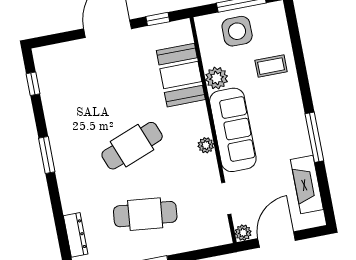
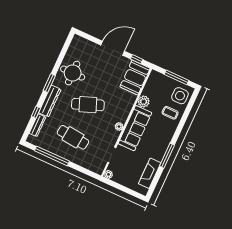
side table: (237, 31) -> (180, 96), moved
booth: (181, 75) -> (135, 78), moved
window: (33, 84) -> (36, 112), moved
round table: (72, 113) -> (73, 73), added
dresser: (68, 183) -> (50, 101), added
door: (277, 240) -> (120, 187), removed

